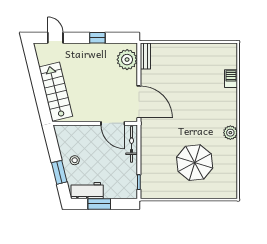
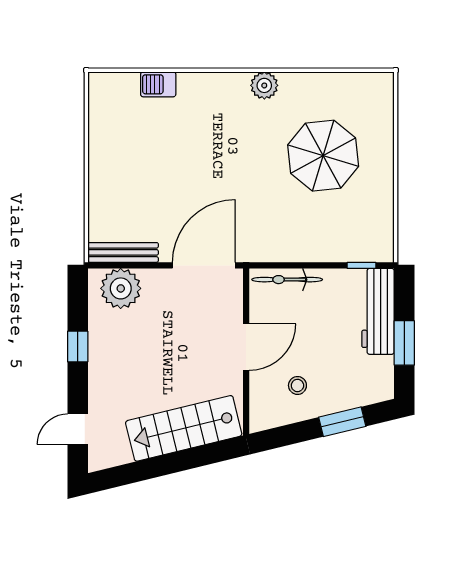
bench: (145, 56) -> (123, 252), width x1.36
door: (113, 123) -> (246, 347), moved
stool: (75, 160) -> (297, 385), moved
workbench: (87, 191) -> (378, 311), moved, width x1.38

